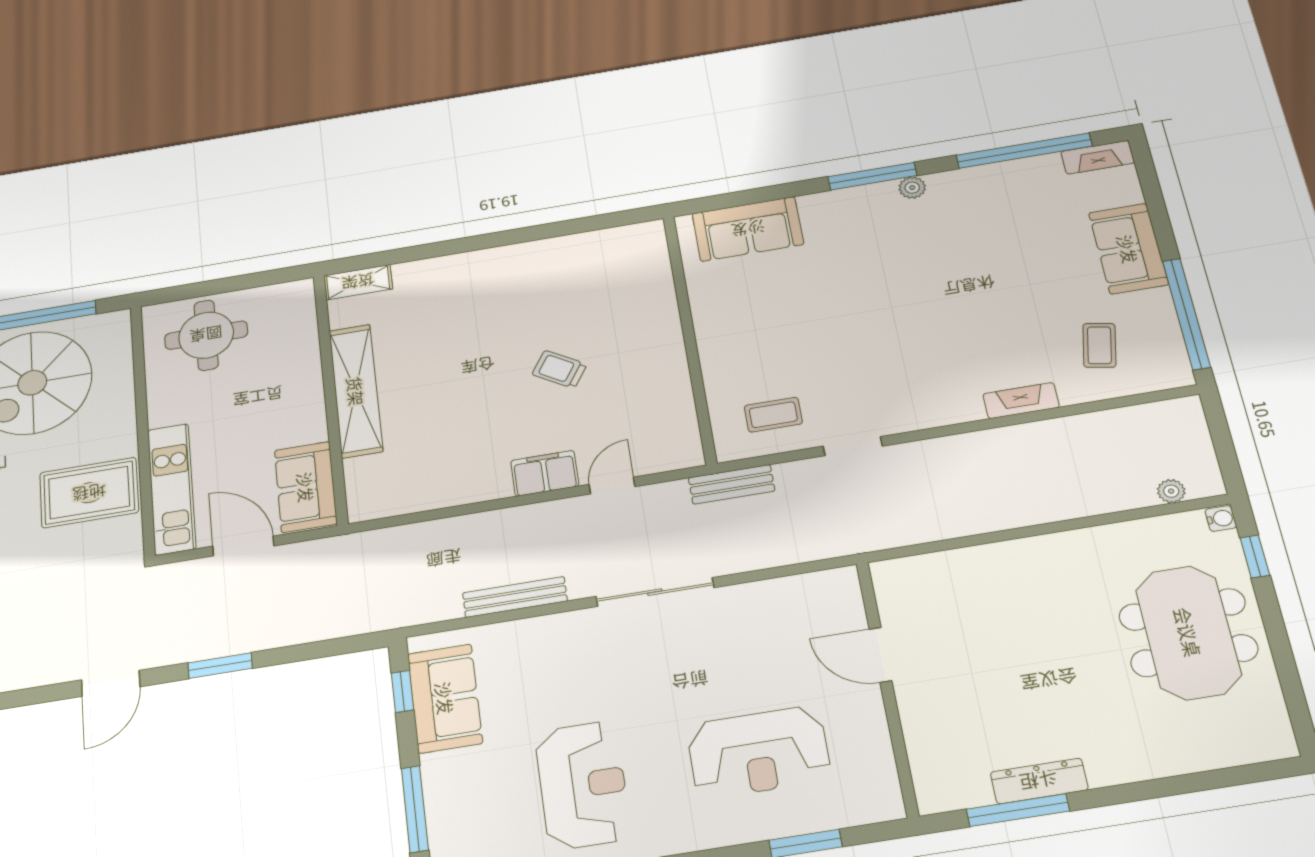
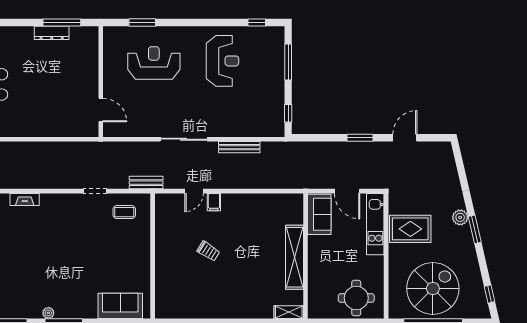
filing cabinet: (545, 473) -> (214, 202), width x0.50
door: (881, 655) -> (101, 110), moved
sofa: (445, 698) -> (272, 107), removed
reception desk: (583, 785) -> (223, 61), turned 180

